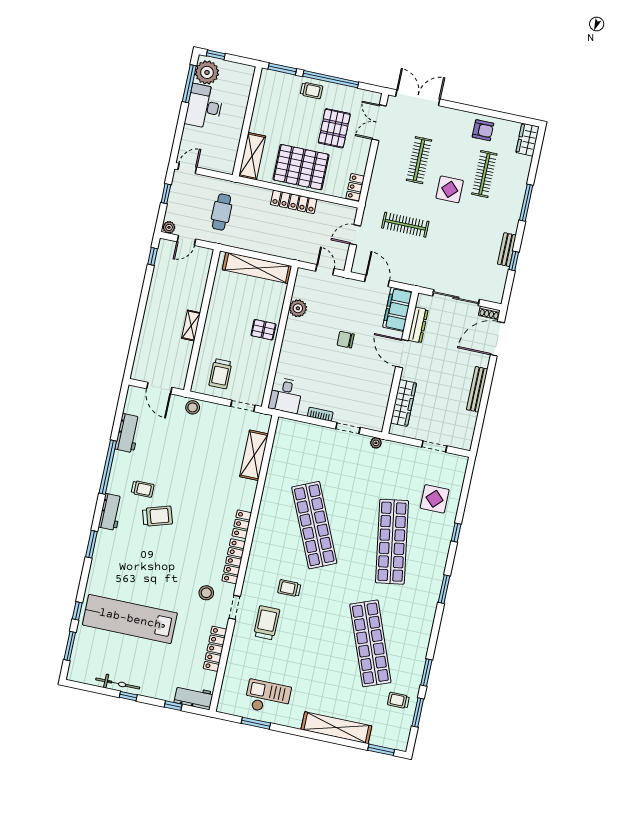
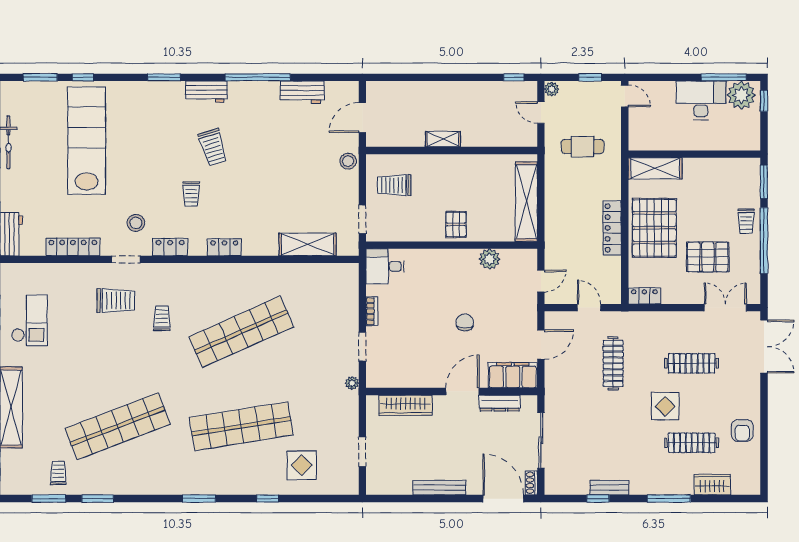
wardrobe: (528, 140) -> (712, 485), moved
trolley: (143, 489) -> (191, 194), moved
locker: (234, 561) -> (170, 247), width x0.66

